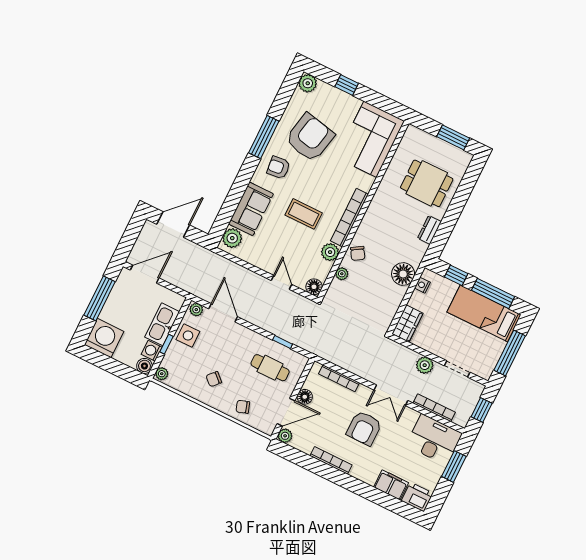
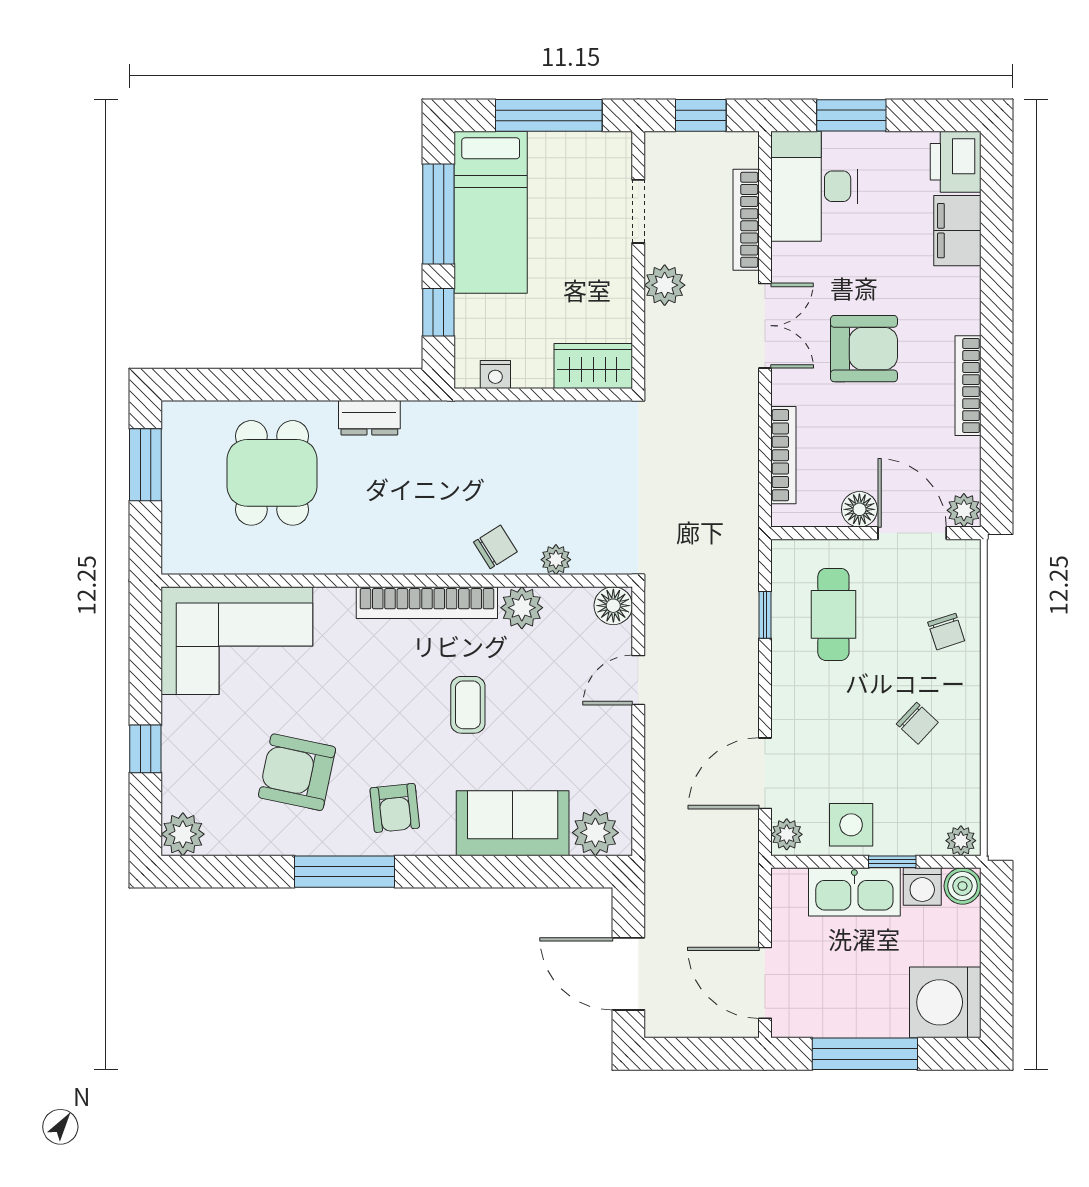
armchair: (310, 138) -> (297, 772), width x0.73, depth x0.73
coffee table: (304, 214) -> (468, 705), width x0.73, depth x0.77
floor lamp: (403, 274) -> (492, 428), removed

